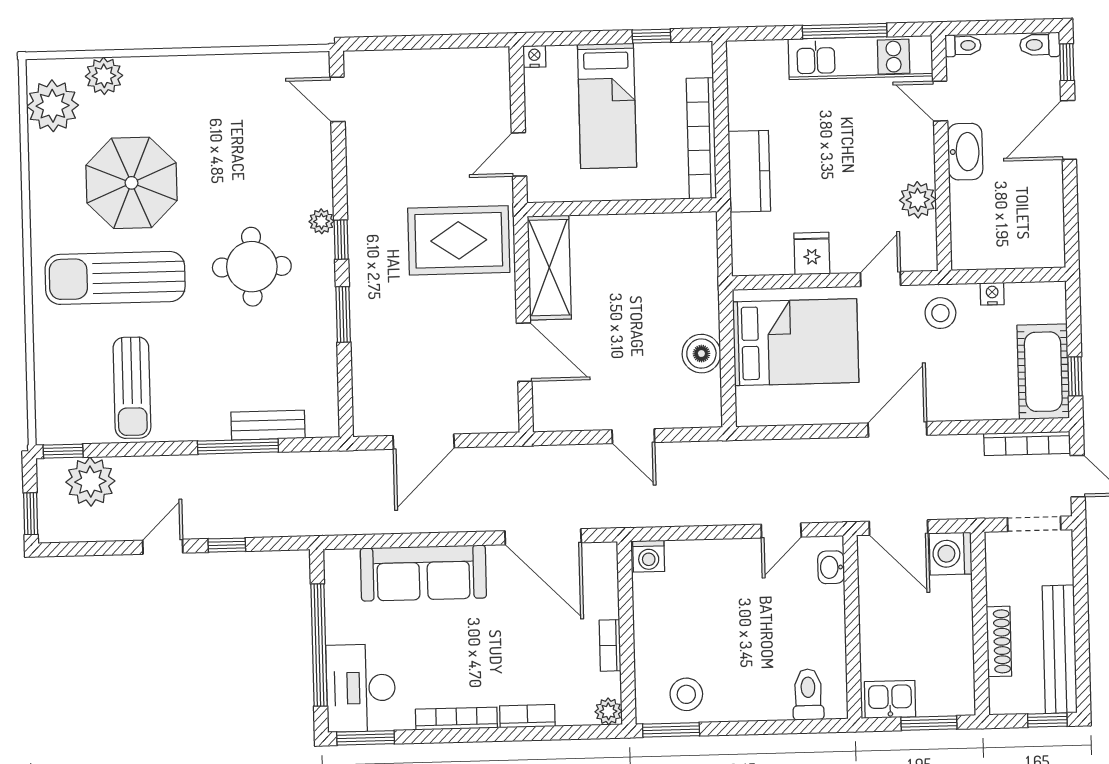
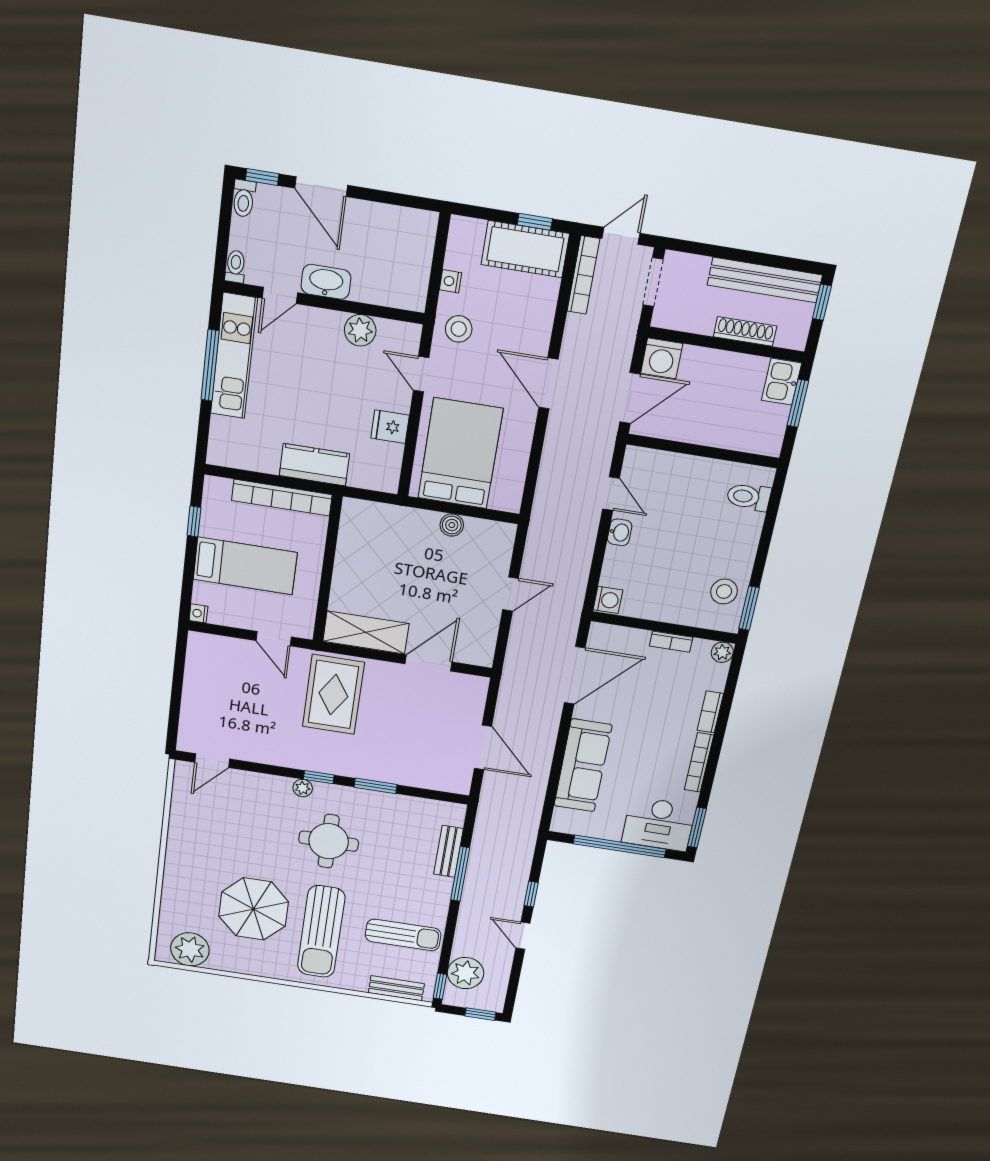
plant: (104, 76) -> (173, 913), removed
boiler: (701, 354) -> (452, 525), width x0.73, depth x0.73
bench: (48, 393) -> (396, 988), added
washbasin: (831, 567) -> (620, 532), moved, turned -90
kitchen sink: (890, 699) -> (781, 382), moved

